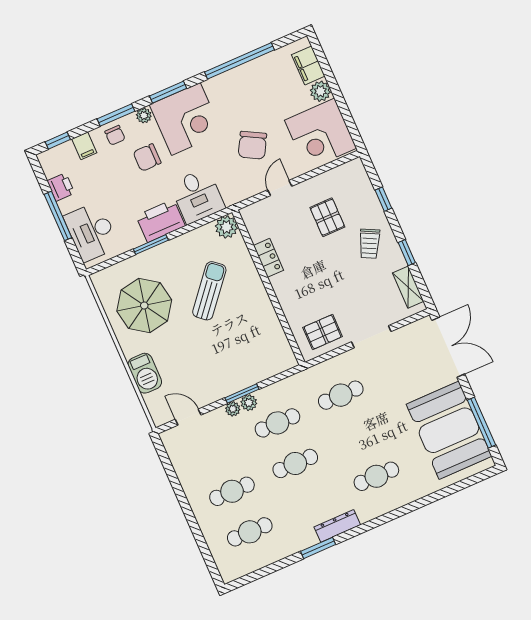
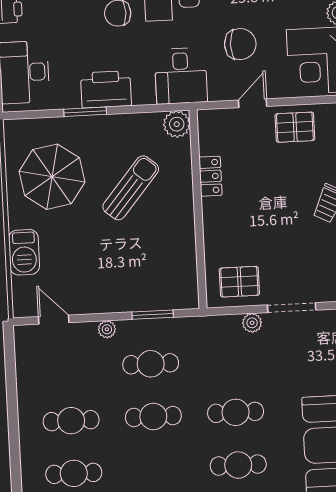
chair: (252, 145) -> (240, 44), turned -119
desk: (197, 196) -> (181, 76), moved
pallet: (327, 217) -> (295, 127), moved, turned 90
window: (242, 394) -> (153, 315), moved
cafe table: (341, 395) -> (236, 412), moved
plant: (249, 403) -> (252, 323), moved

